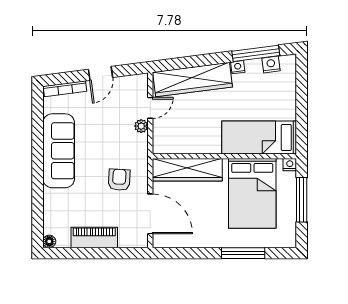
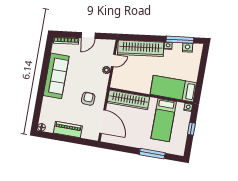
bed: (252, 193) -> (164, 120), width x0.67
window: (302, 200) -> (191, 129), width x0.46

